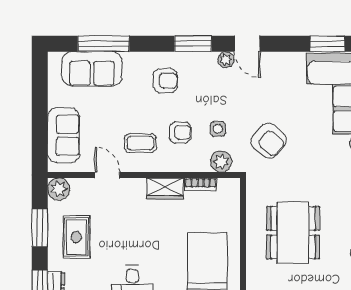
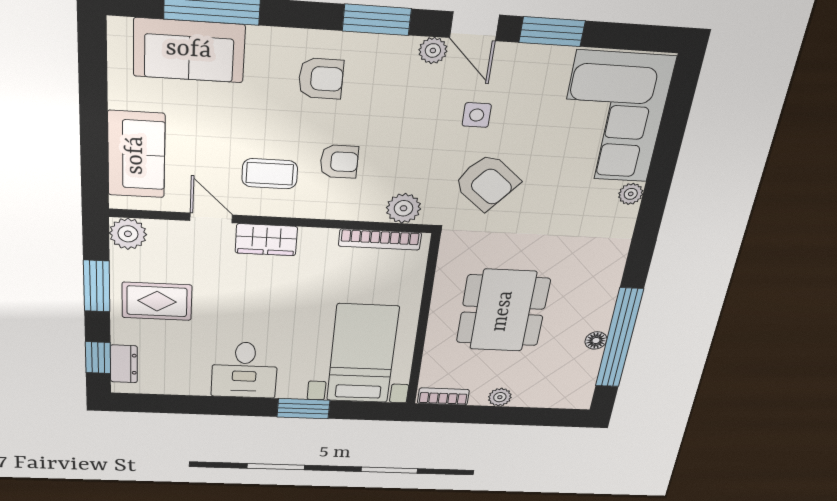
window: (327, 44) -> (552, 32), moved
side table: (218, 129) -> (477, 115), moved
bookcase: (200, 184) -> (380, 239), width x1.56
wardrobe: (165, 188) -> (266, 240), moved
rug: (76, 237) -> (157, 301), turned 90

